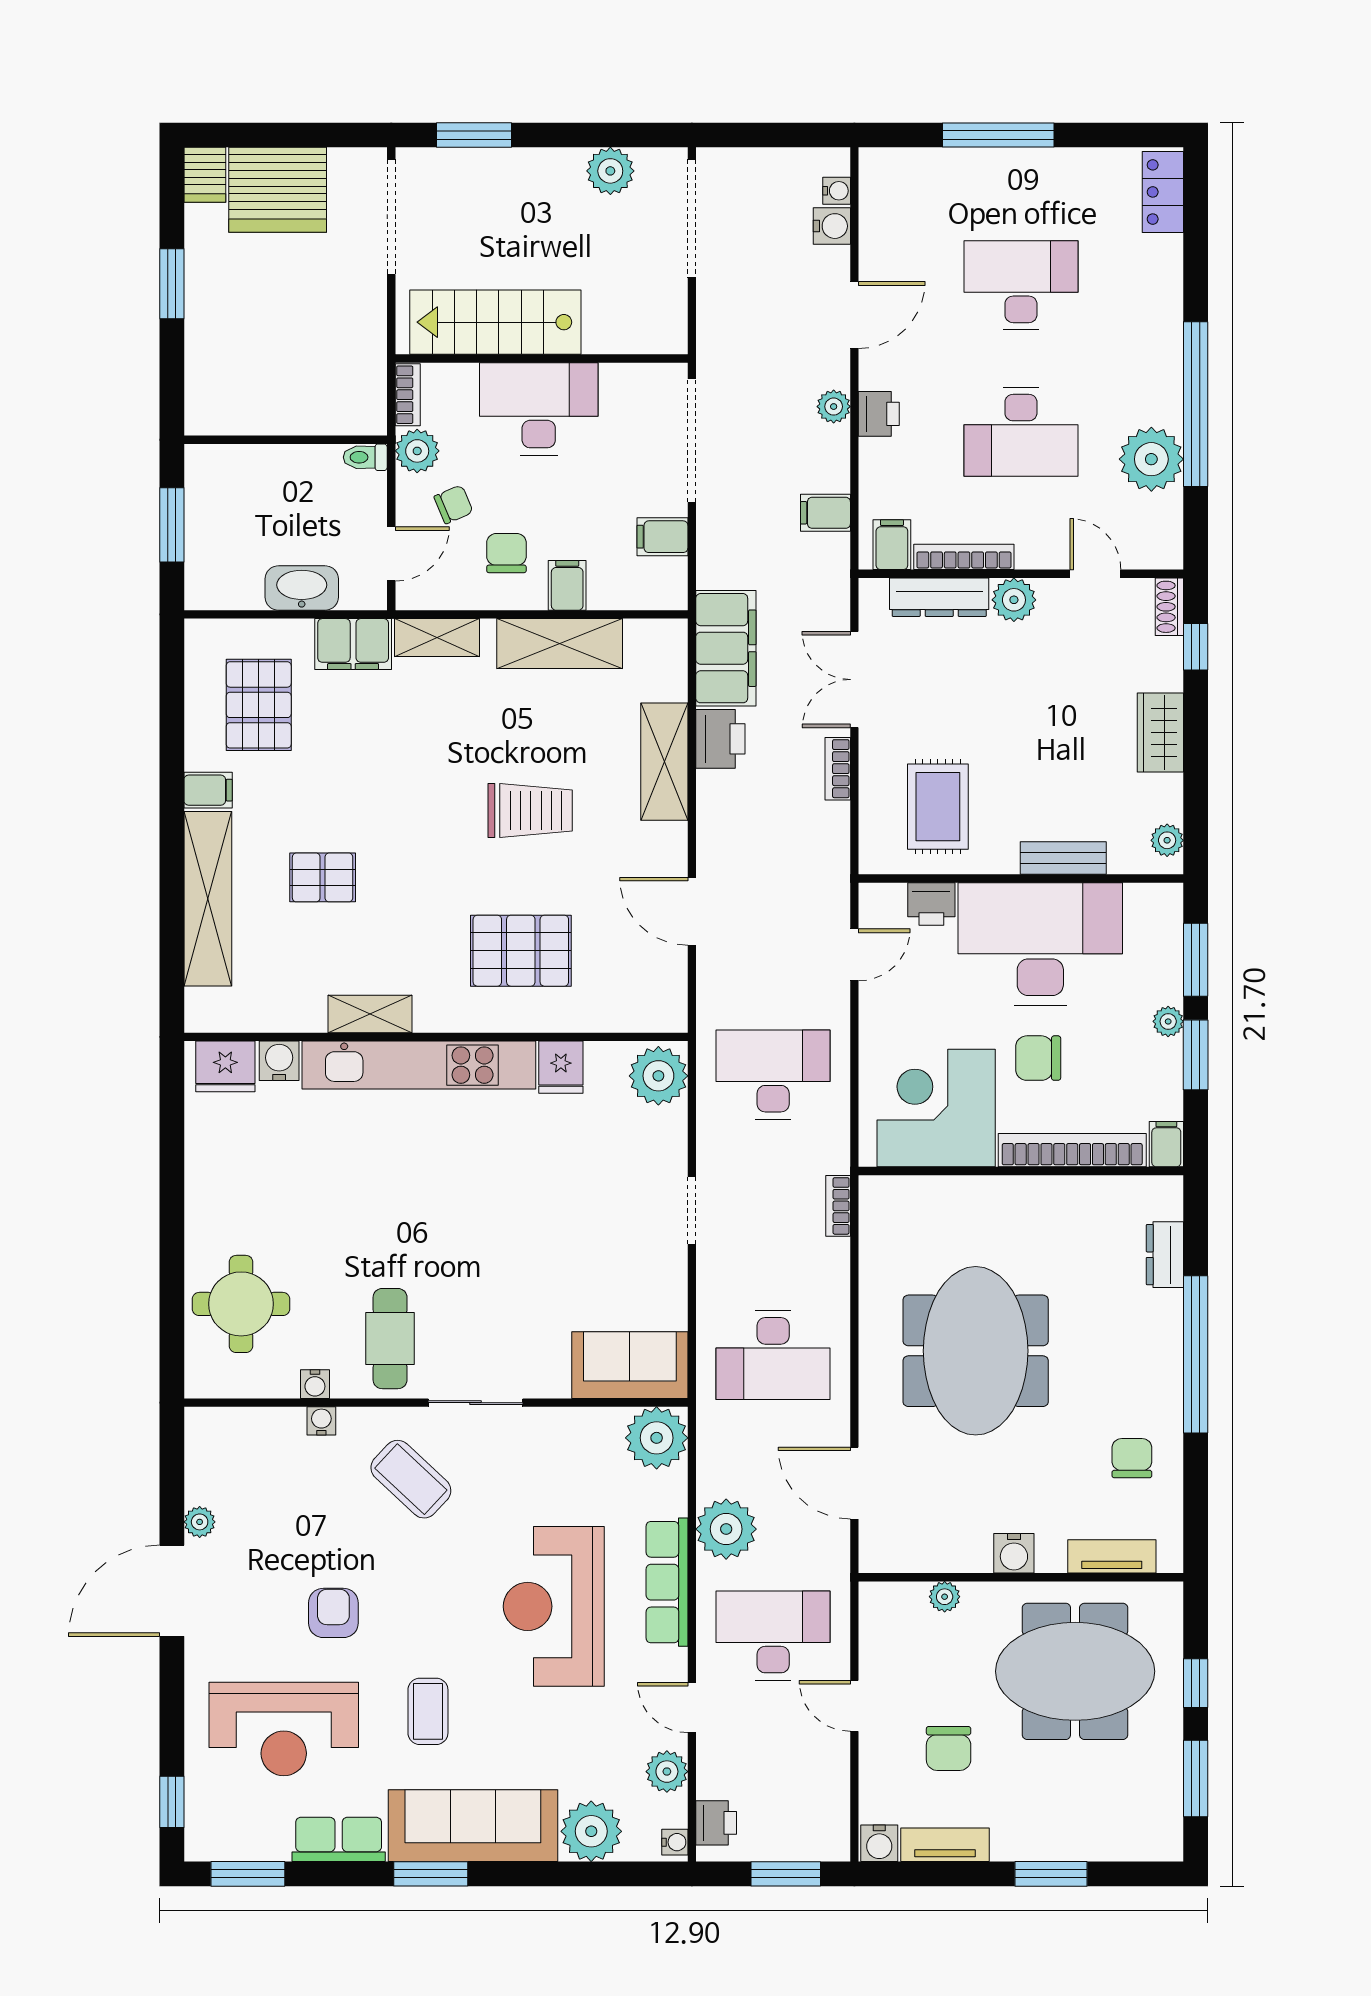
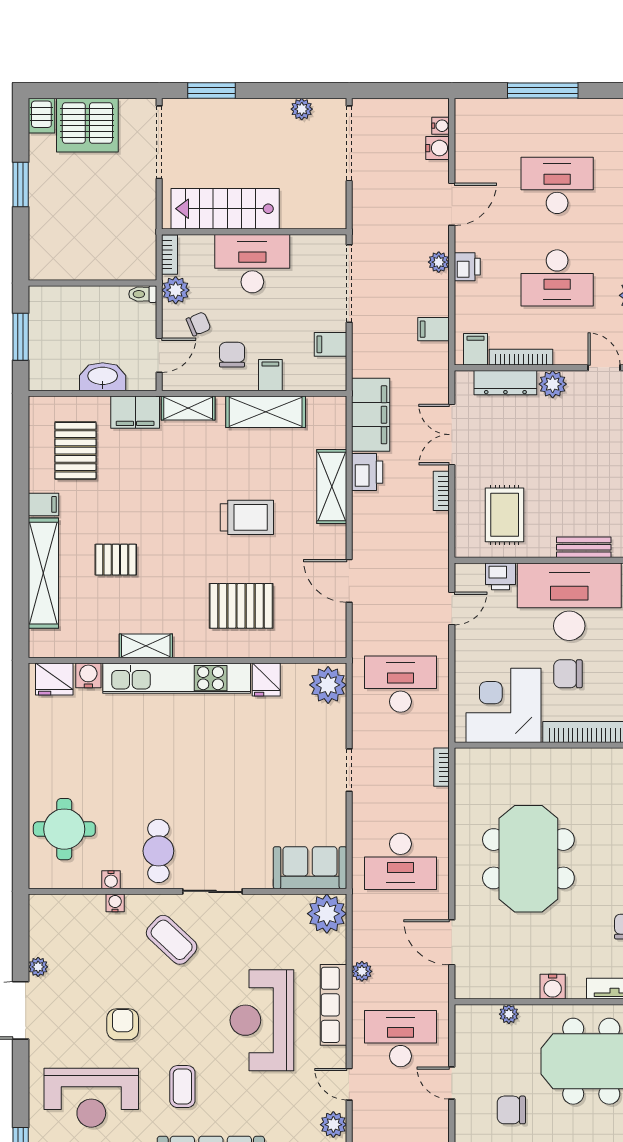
plant: (610, 171) -> (302, 109), width x0.73, depth x0.73
plant: (726, 1529) -> (362, 971), width x0.53, depth x0.53
chair: (949, 1748) -> (511, 1110), turned 90

